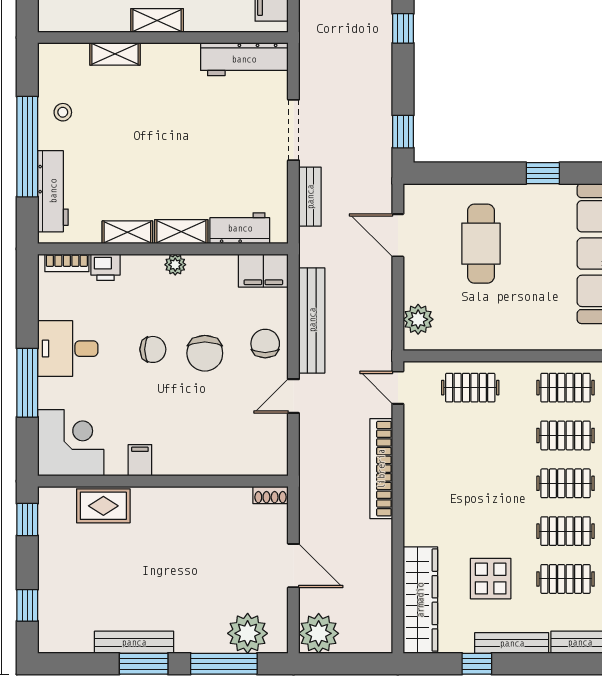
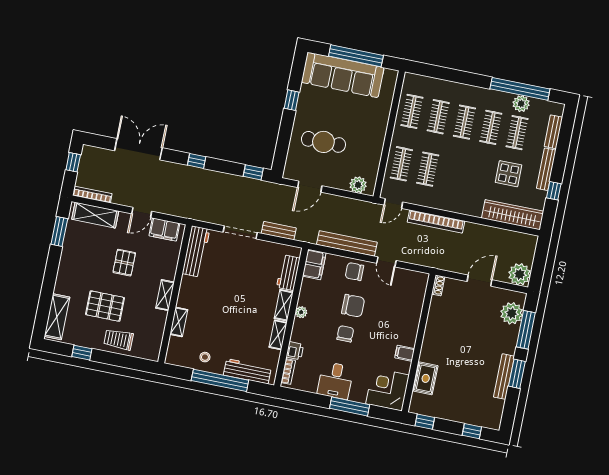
clothes rail: (470, 435) -> (428, 169), added

